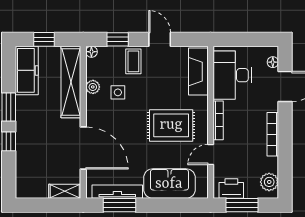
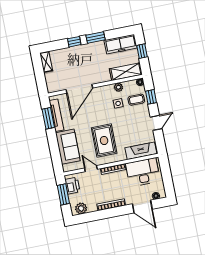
coffee table: (133, 61) -> (136, 100), moved
shelving: (71, 82) -> (126, 72), width x0.68
shelving: (65, 191) -> (46, 62), moved

